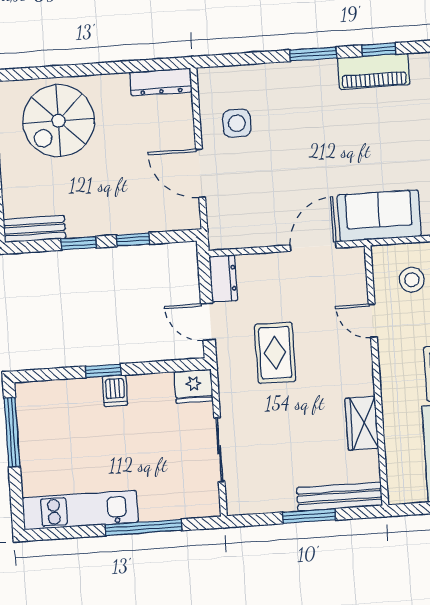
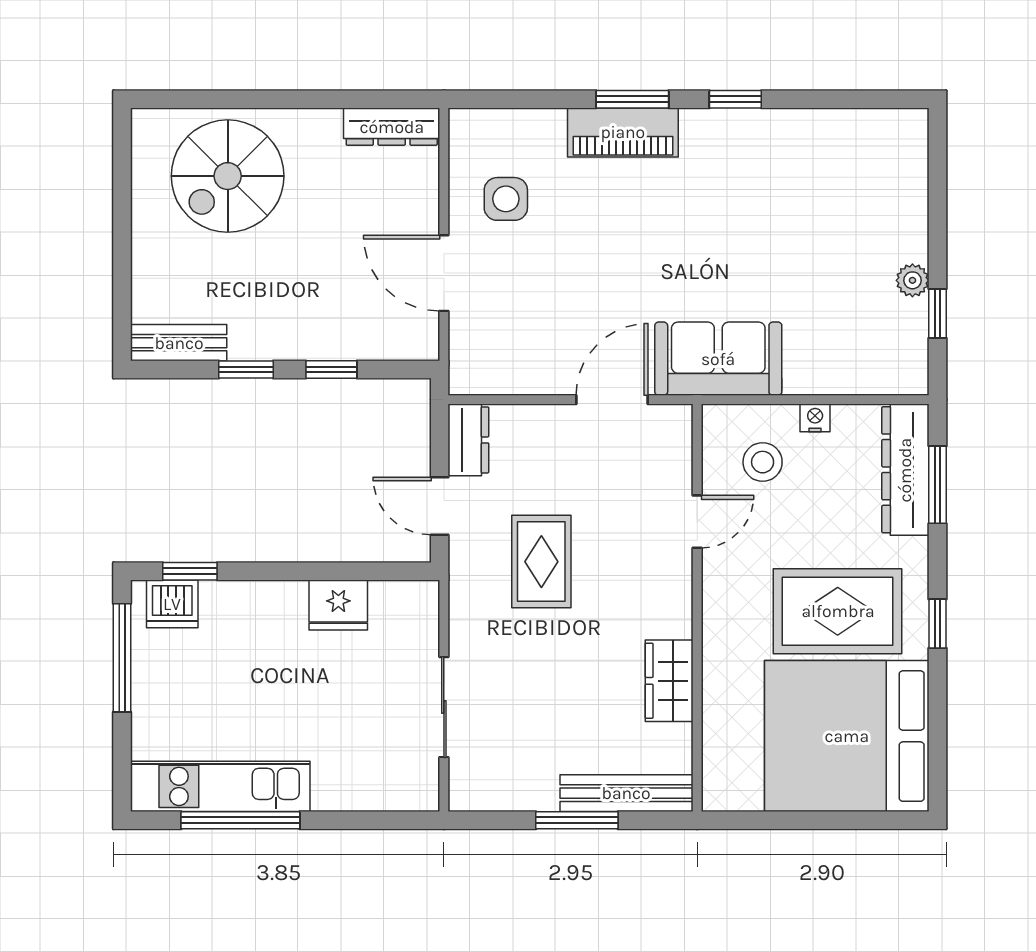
piano: (374, 71) -> (623, 132), moved
door: (373, 321) -> (697, 522), swing flipped
window: (103, 371) -> (190, 571), moved
fridge: (194, 386) -> (338, 605), moved
dishwasher: (115, 391) -> (172, 604), moved, width x1.38
window: (143, 527) -> (240, 820), moved

